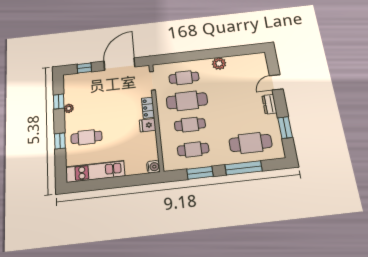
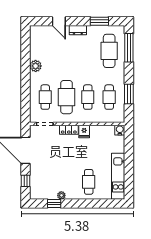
window: (60, 141) -> (89, 204), removed
window: (243, 168) -> (129, 48), moved

